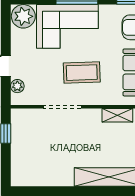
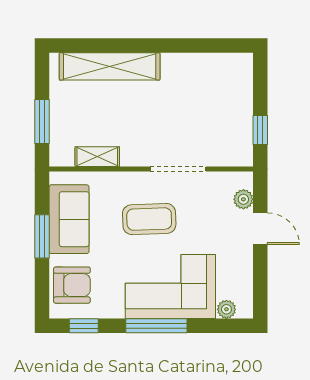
plant: (23, 16) -> (226, 309), width x0.53, depth x0.53

